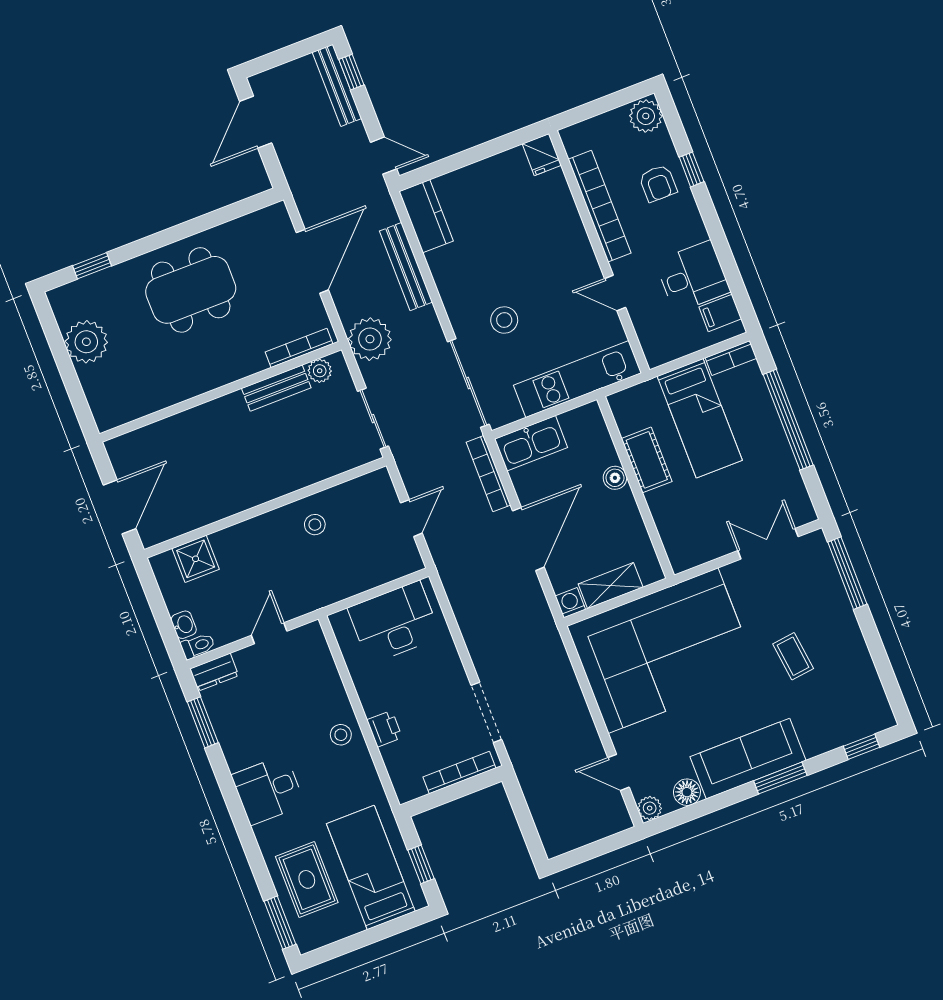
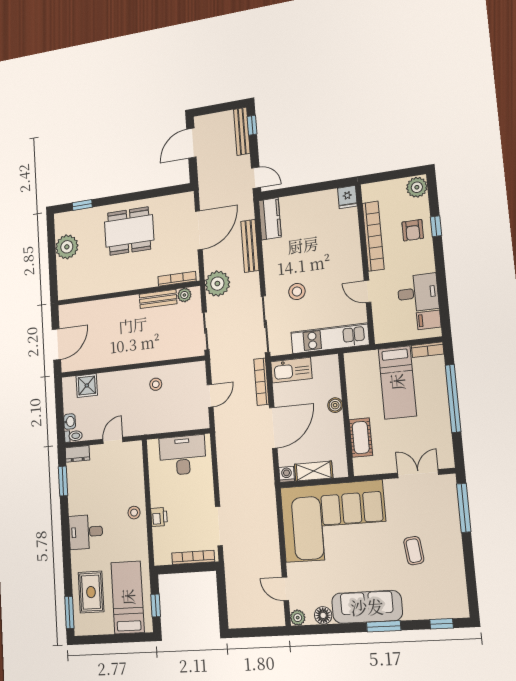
cot: (647, 460) -> (361, 438), moved

